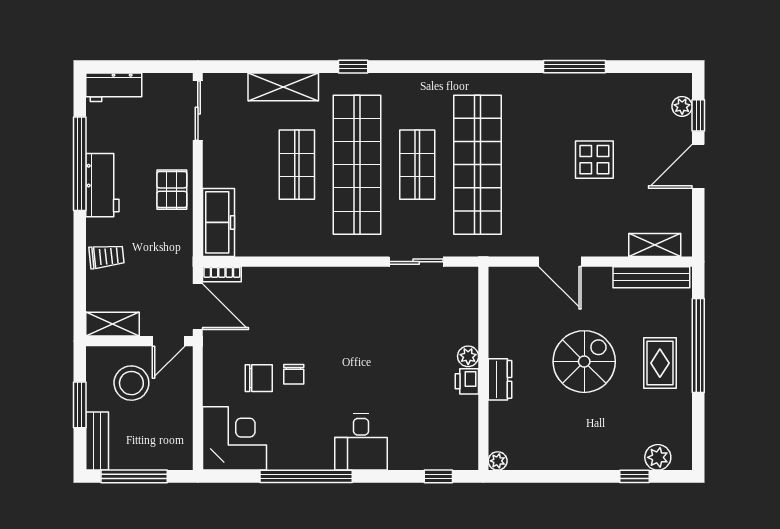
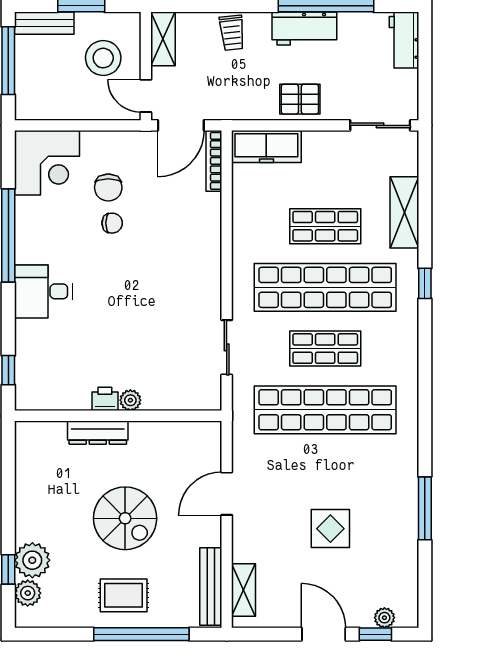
bookcase: (222, 274) -> (214, 161), width x1.56
chair: (294, 374) -> (112, 223), turned 180
dresser: (500, 379) -> (98, 433), width x1.44
plant: (498, 461) -> (32, 560), moved, width x1.88, depth x1.88

